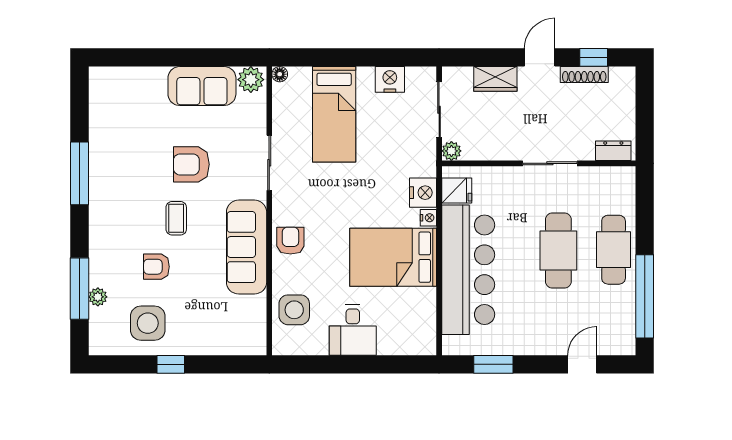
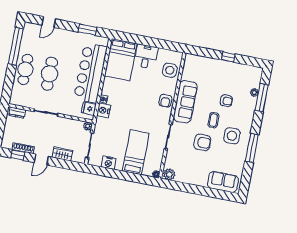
sofa: (202, 86) -> (223, 182), moved
bed: (393, 257) -> (121, 60), moved, turned 90
side table: (148, 323) -> (232, 136), moved

